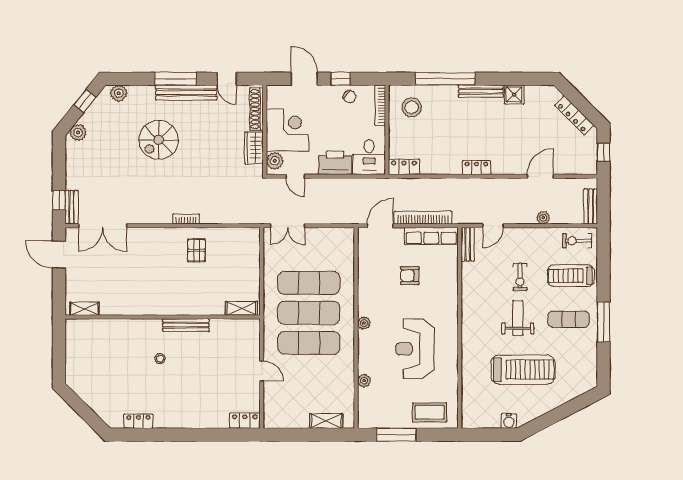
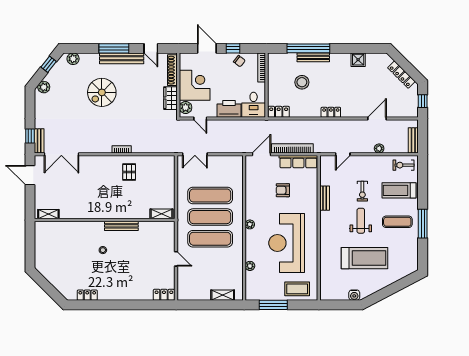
bench: (481, 91) -> (313, 57), moved
stool: (412, 107) -> (302, 82), moved
bench: (468, 244) -> (325, 198), moved
reception desk: (415, 349) -> (287, 243), width x1.36, depth x1.30

